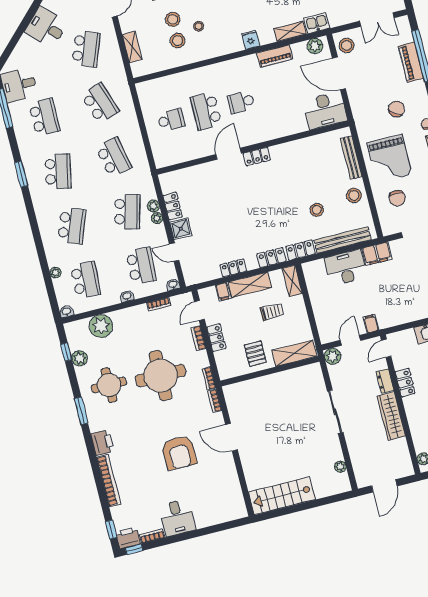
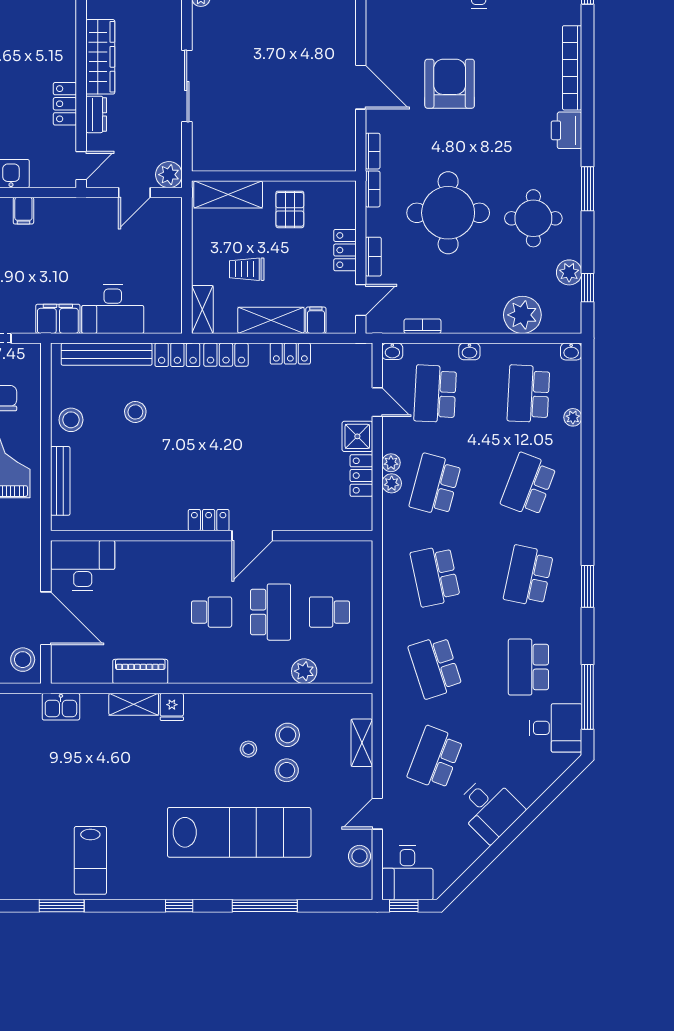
shelving: (290, 31) -> (134, 704), moved
plant: (315, 46) -> (304, 671), moved
filing cabinet: (371, 324) -> (23, 211), moved

